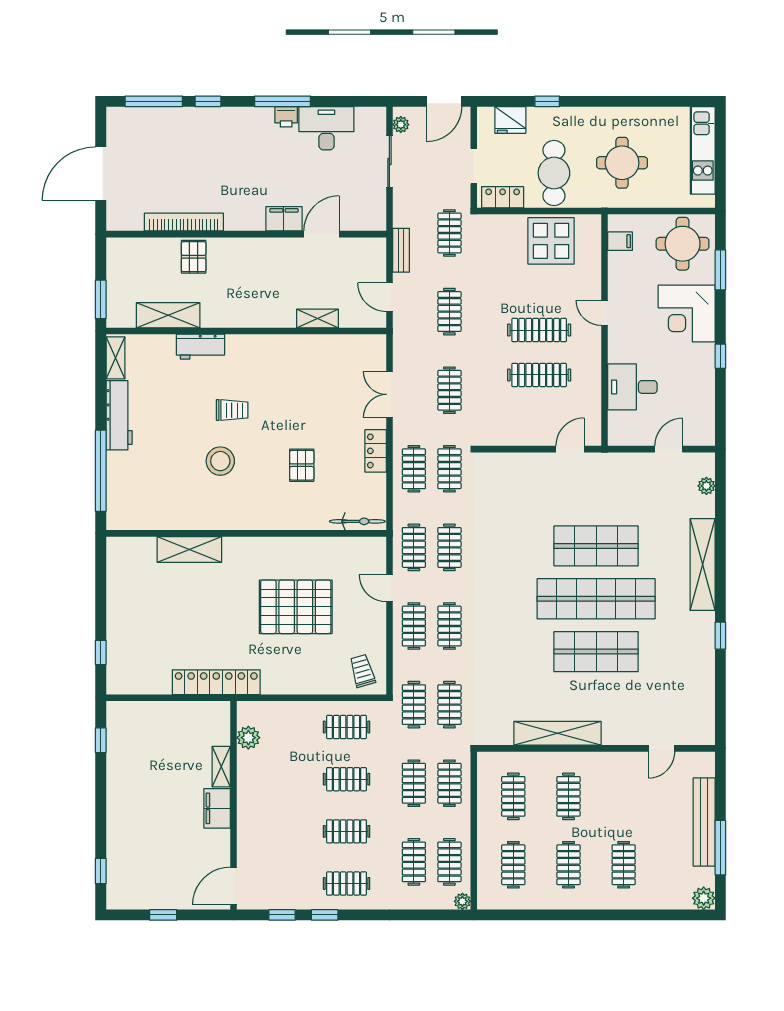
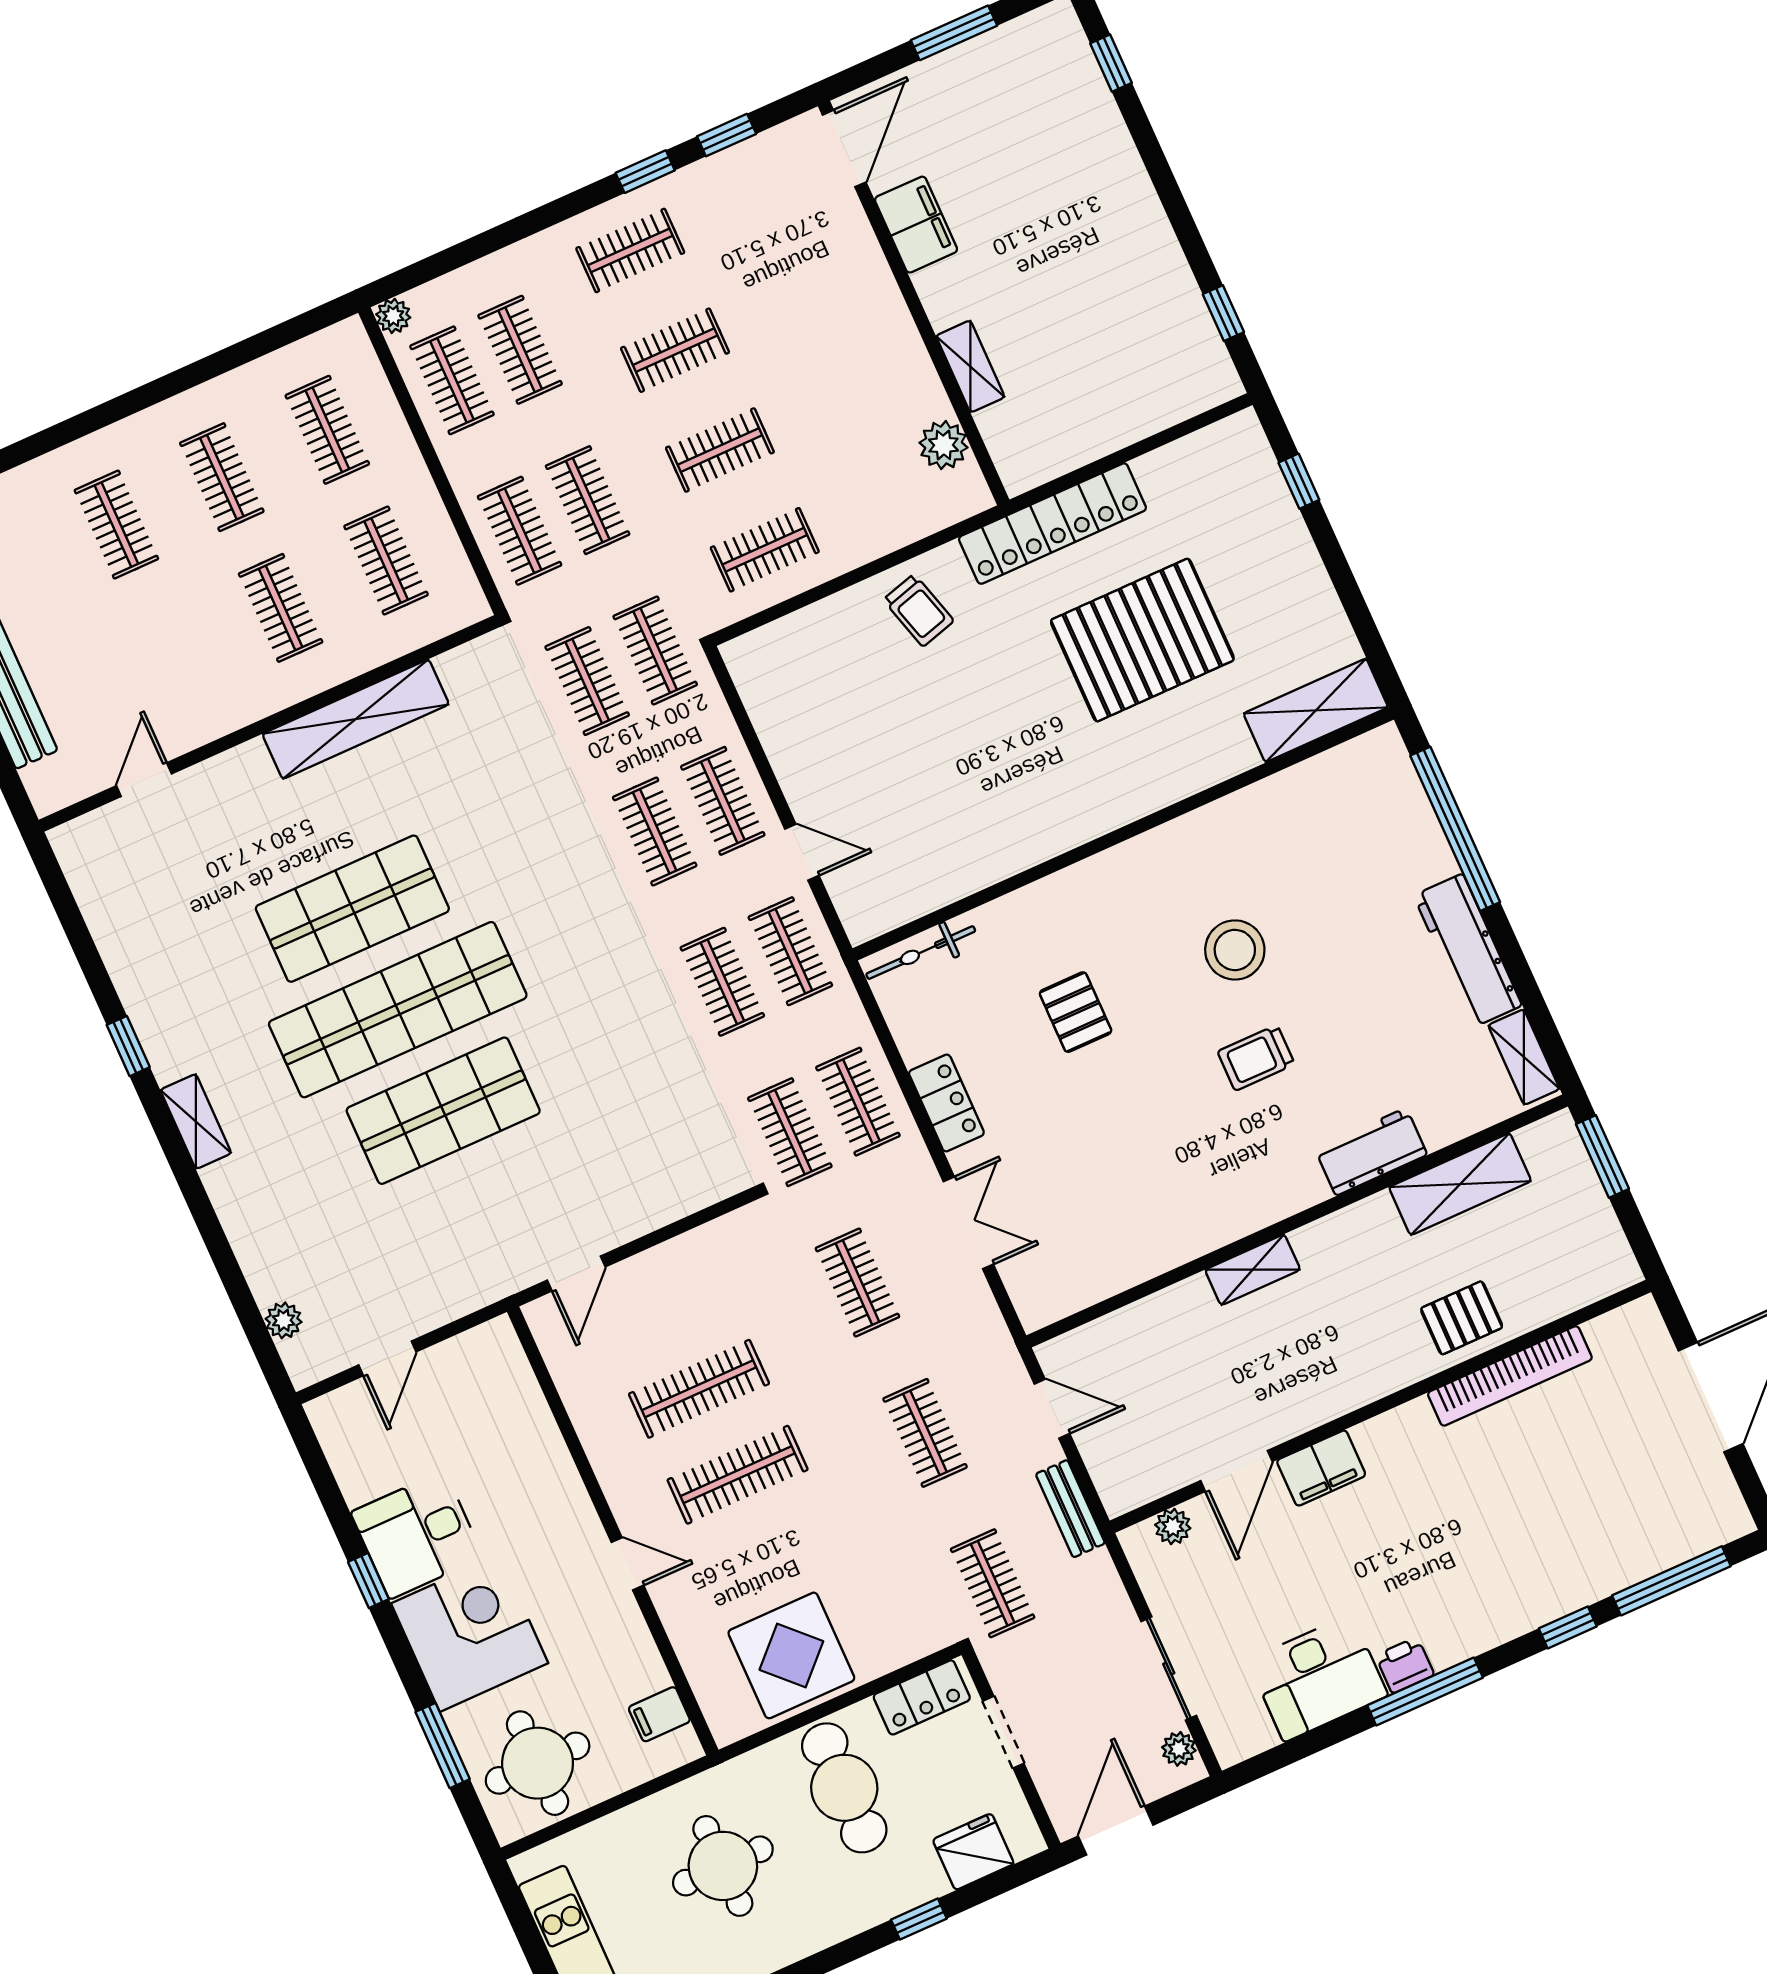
plant: (360, 222) -> (1173, 1527), added
pallet: (194, 257) -> (1462, 1318), turned 90
shelving: (317, 319) -> (1253, 1270), moved
desk: (632, 387) -> (417, 1535), moved, turned 180
shelving: (189, 549) -> (1316, 710), moved
shelving: (703, 565) -> (196, 1121), width x0.45, depth x0.75
pallet: (296, 607) -> (1142, 640), moved
trolley: (362, 671) -> (919, 610), moved
filing cabinet: (217, 808) -> (916, 225), moved
window: (163, 915) -> (954, 33), width x1.50

